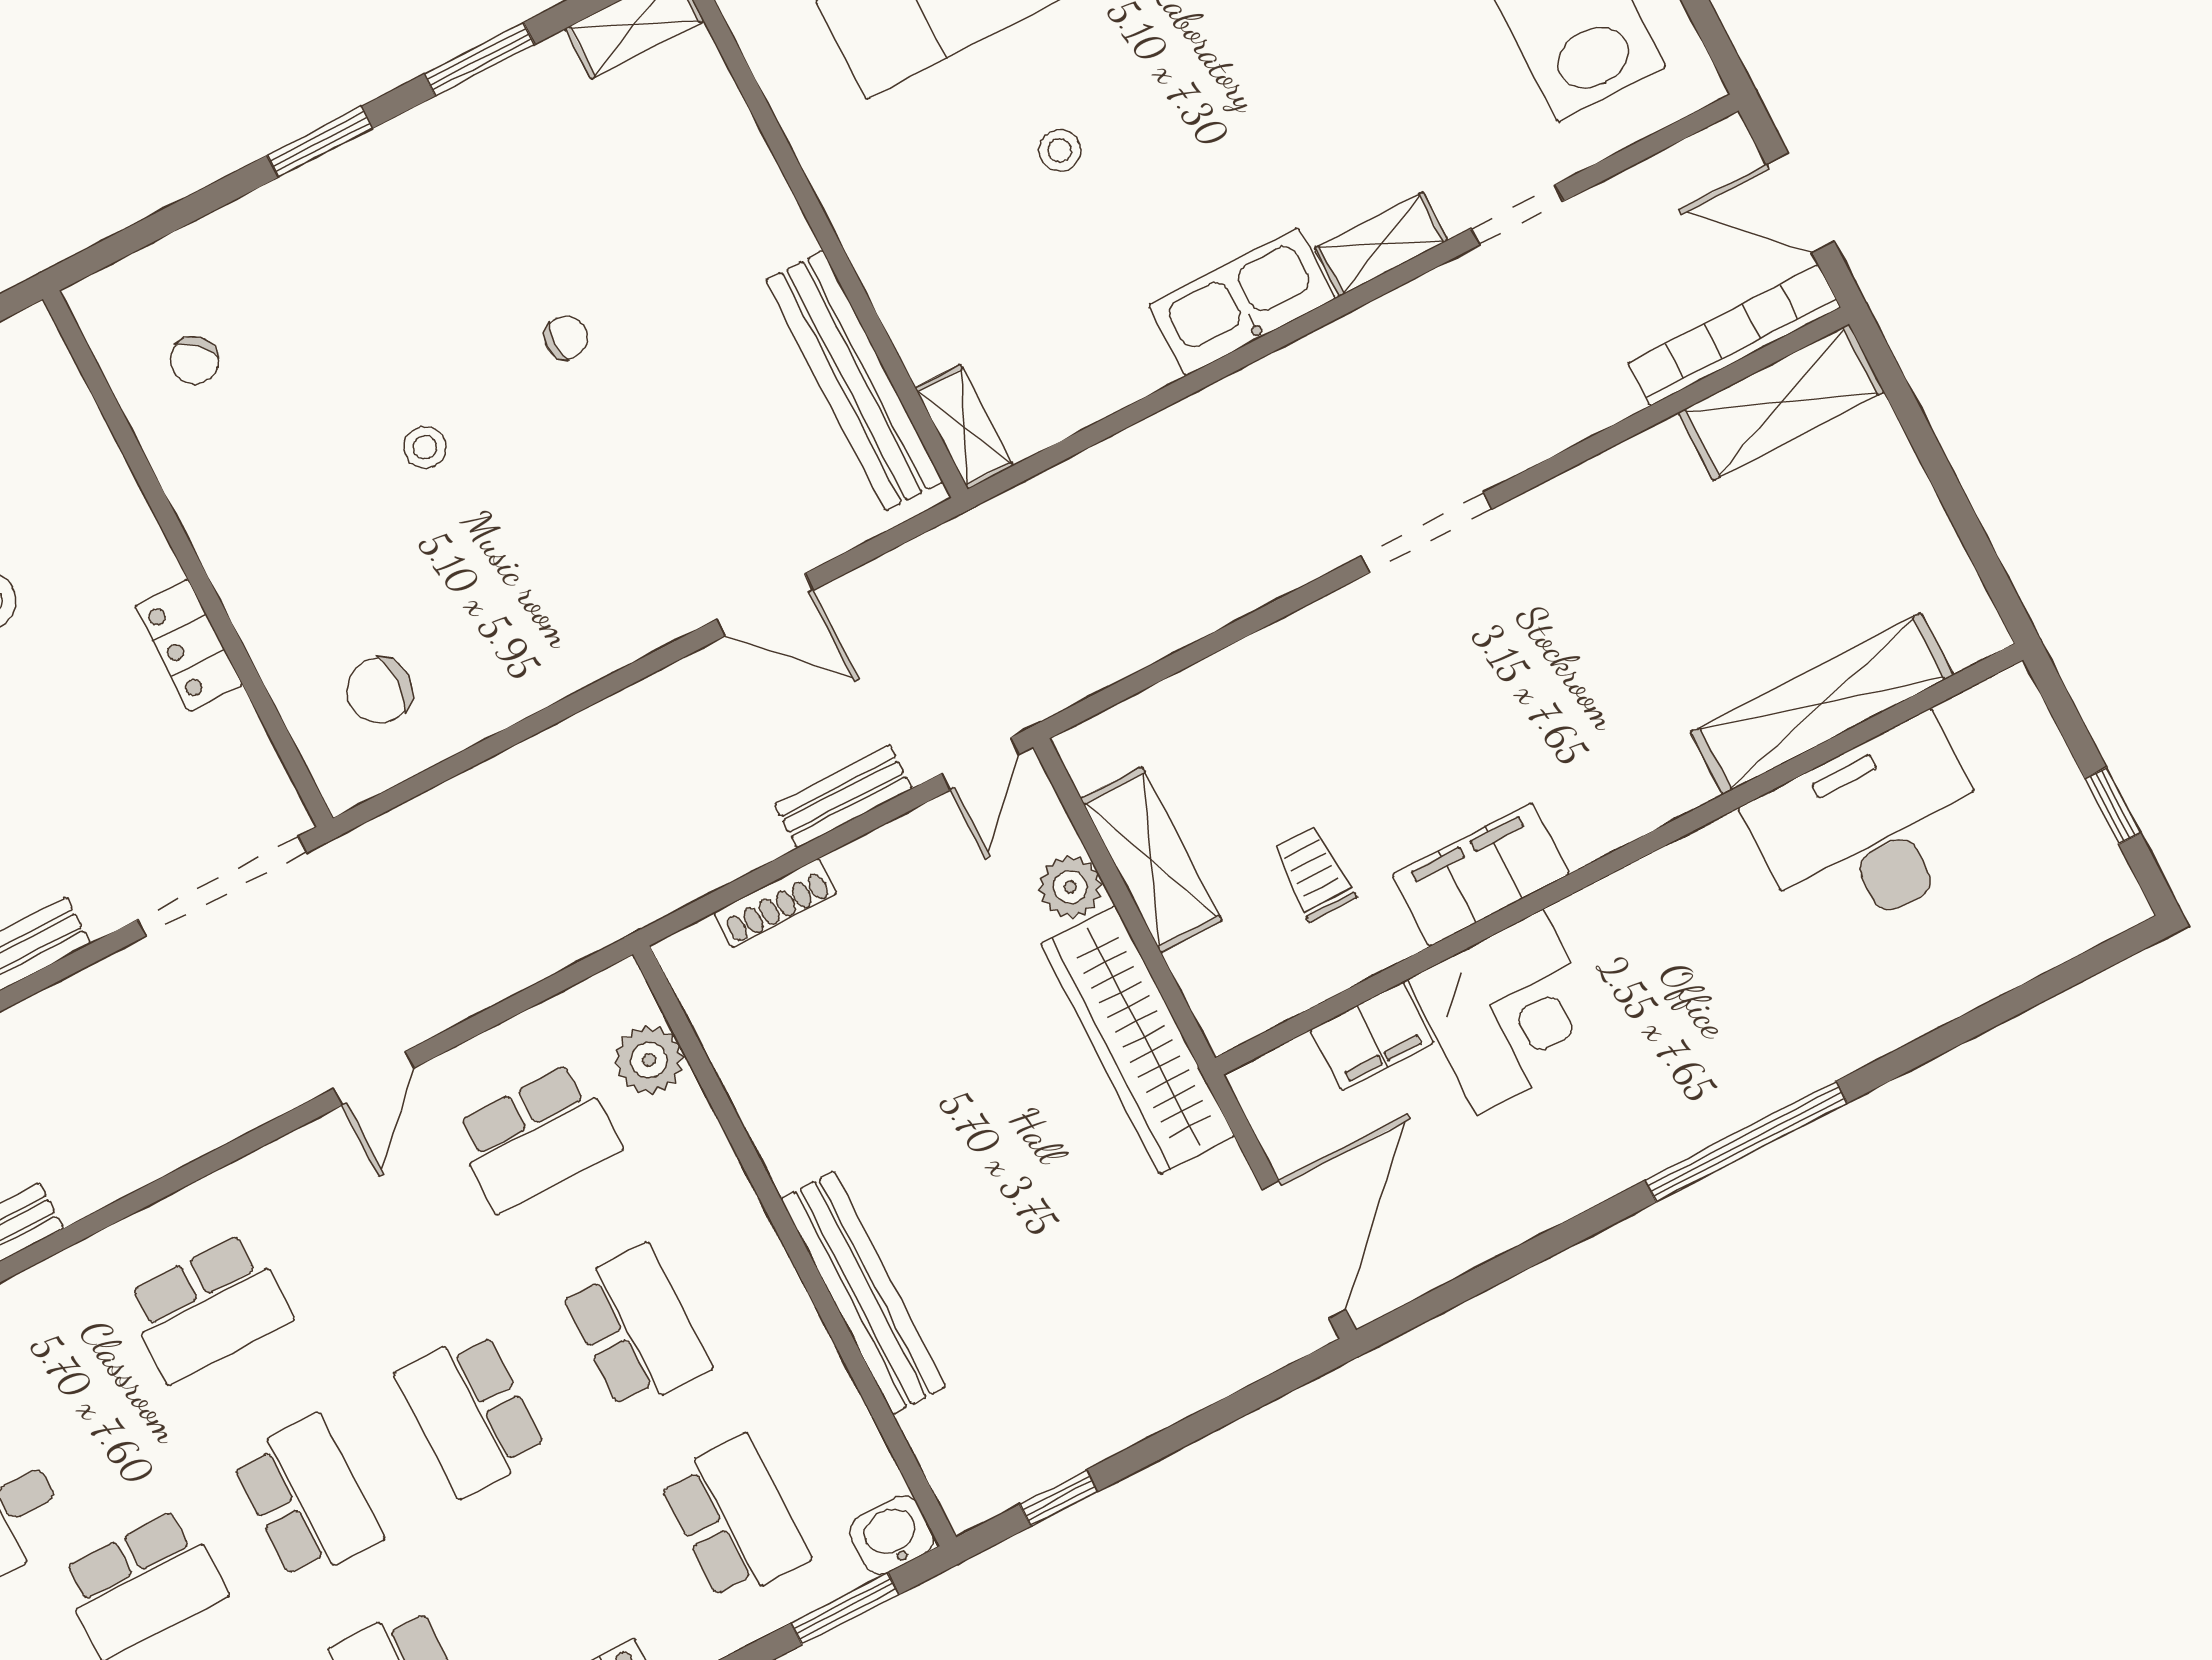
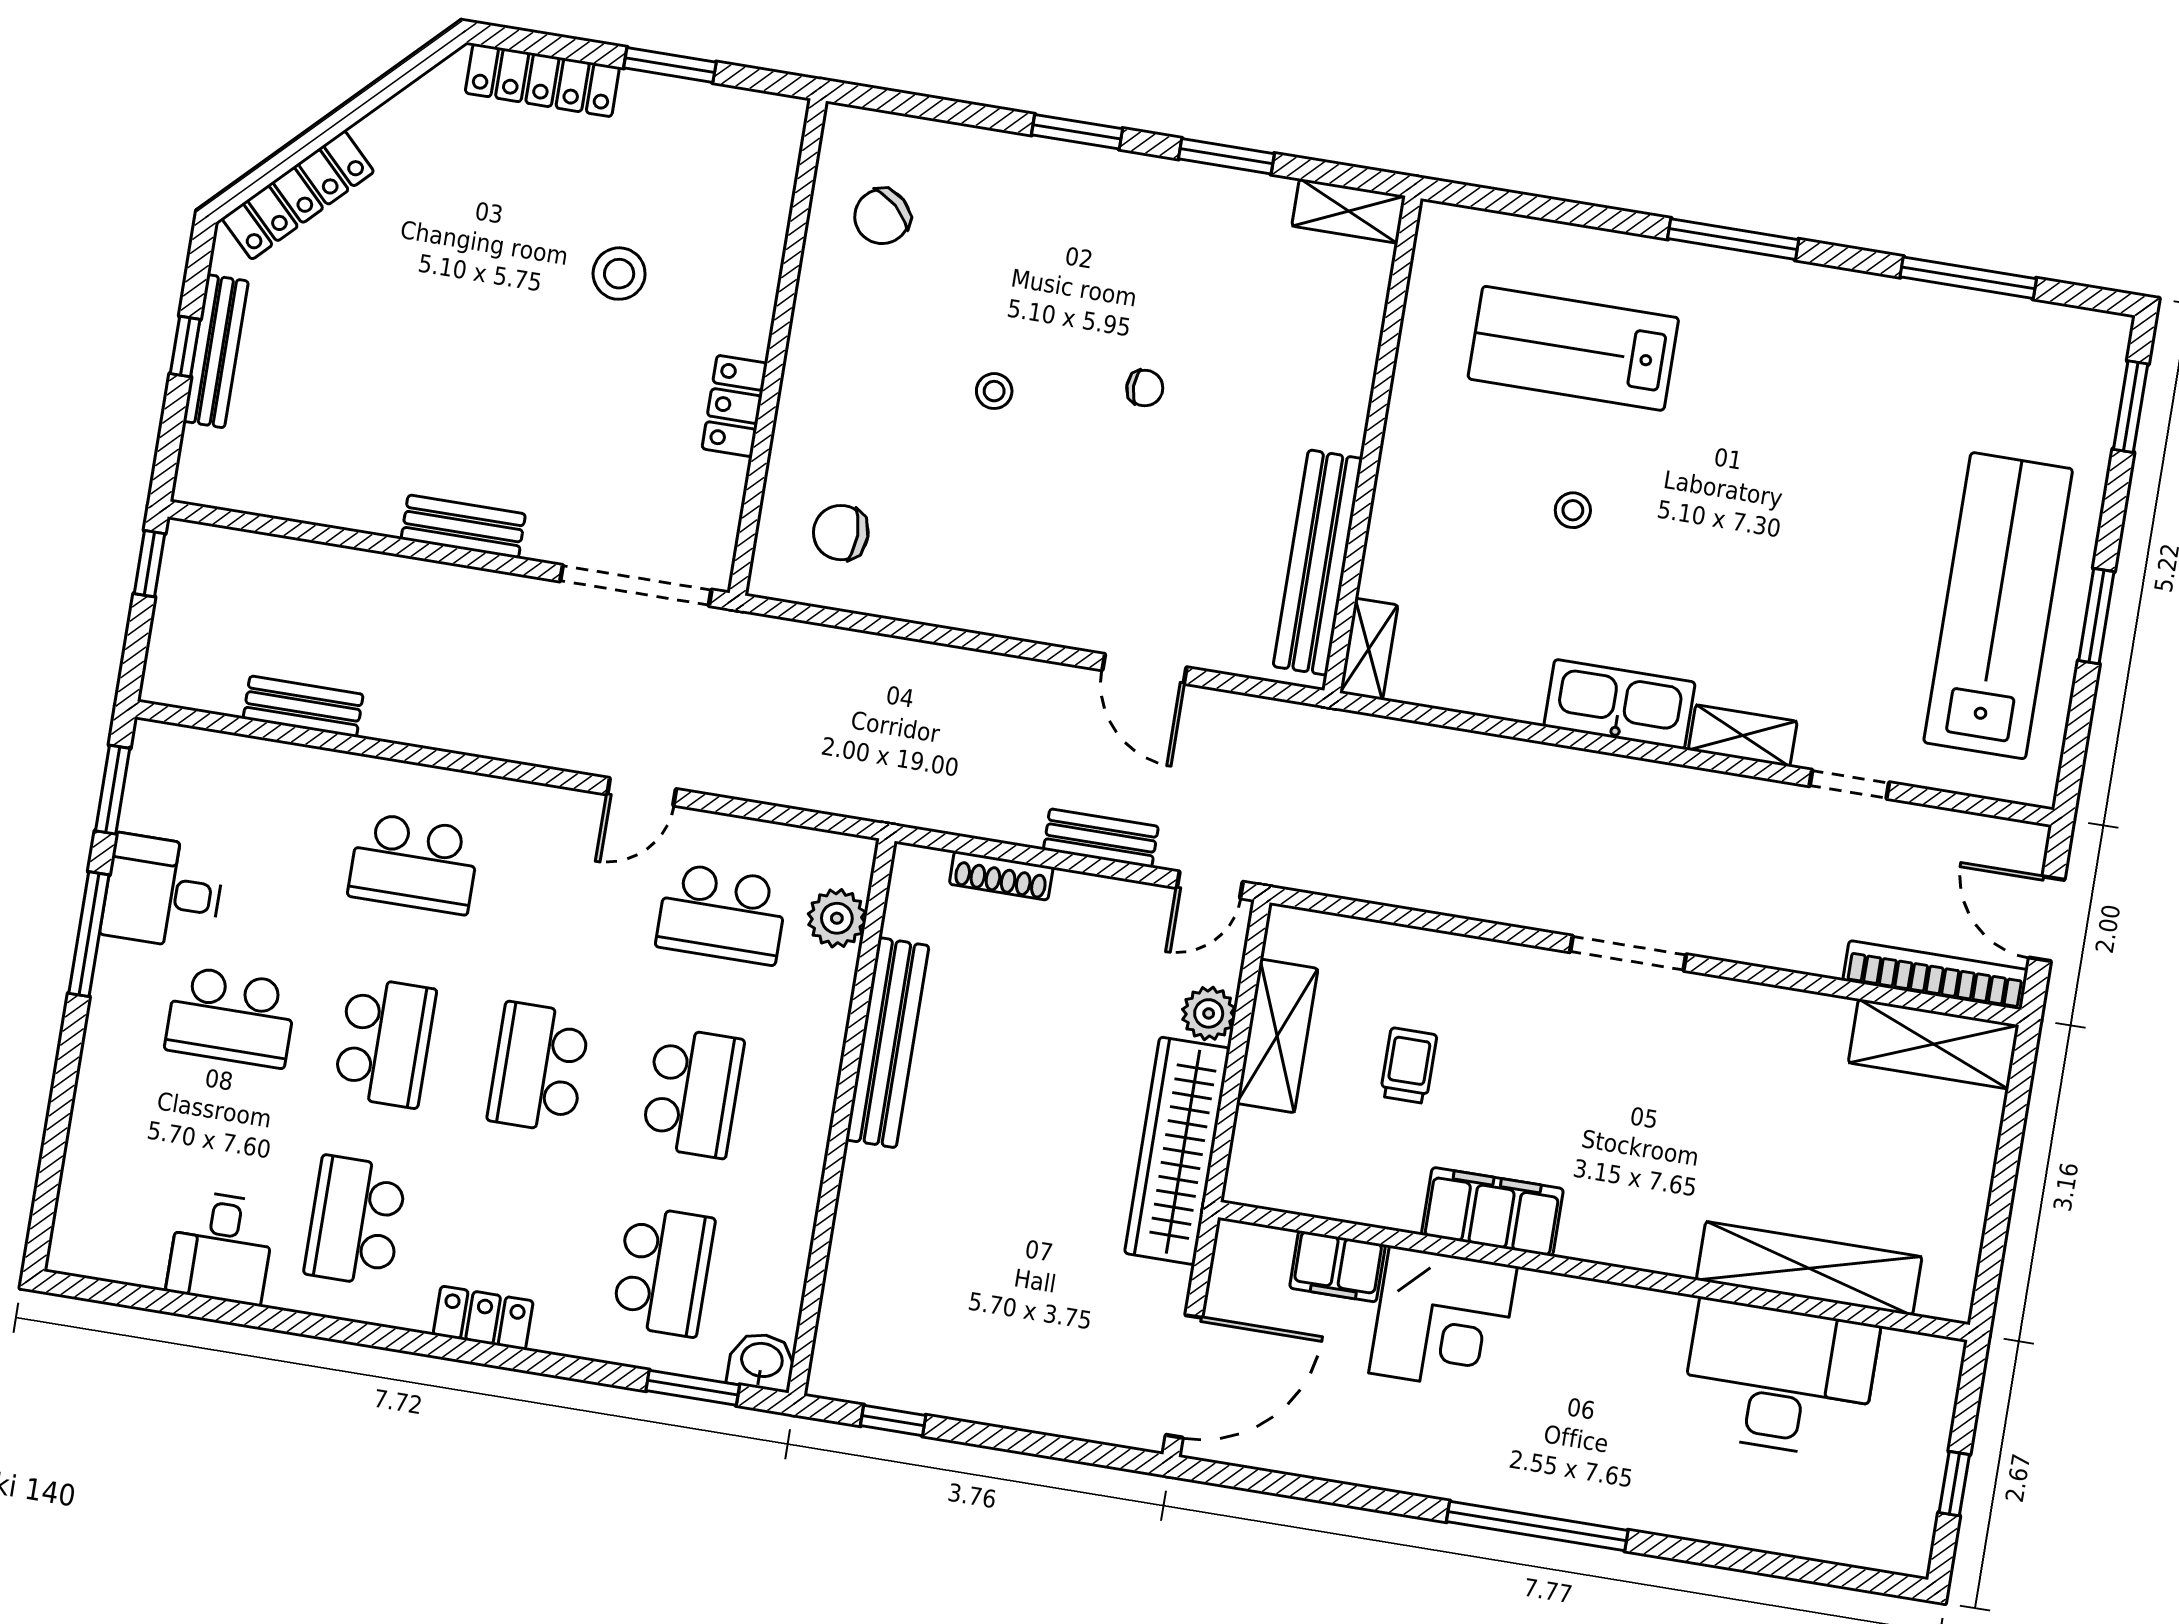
chair: (195, 361) -> (882, 217), width x1.37, depth x1.37
trolley: (1314, 873) -> (1409, 1066), moved
bench: (863, 1293) -> (887, 1043), moved

